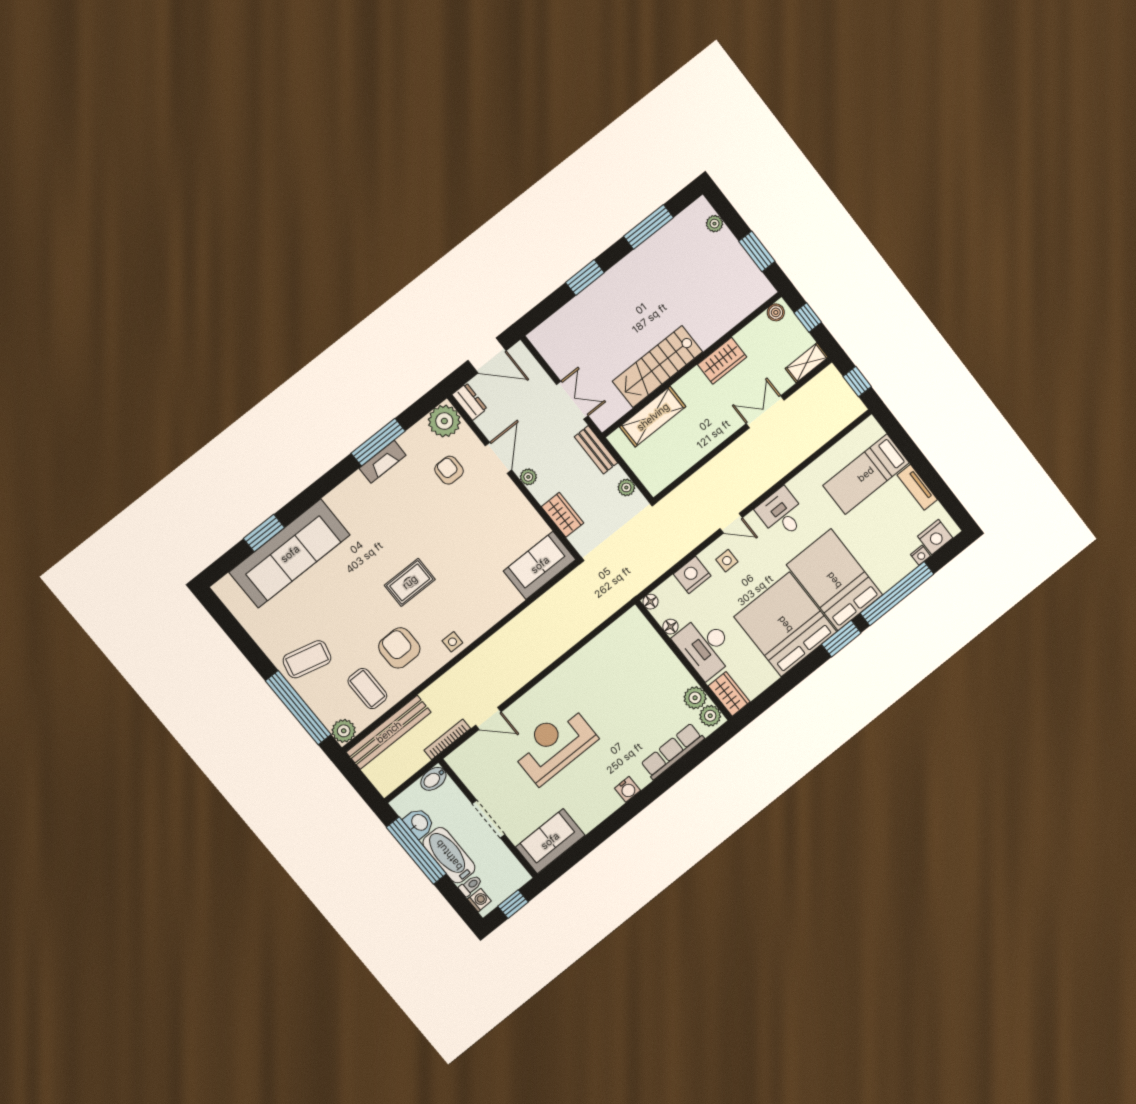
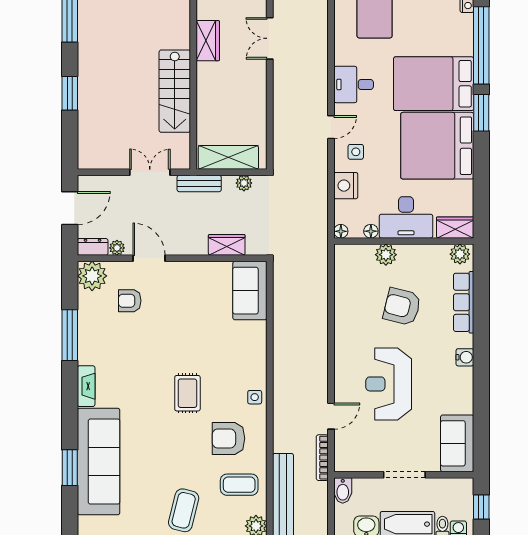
shelving: (653, 417) -> (228, 157), moved, turned 90
fireplace: (383, 462) -> (86, 386), moved
plant: (528, 477) -> (117, 248), moved
plant: (695, 698) -> (386, 255), moved
armchair: (628, 703) -> (402, 307), added

